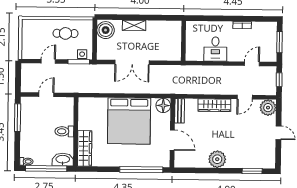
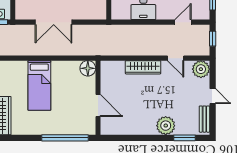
door: (245, 97) -> (176, 58), hinge flipped
bench: (180, 111) -> (204, 119), moved
bed: (129, 121) -> (39, 85), width x0.49
plant: (217, 159) -> (166, 126), moved

